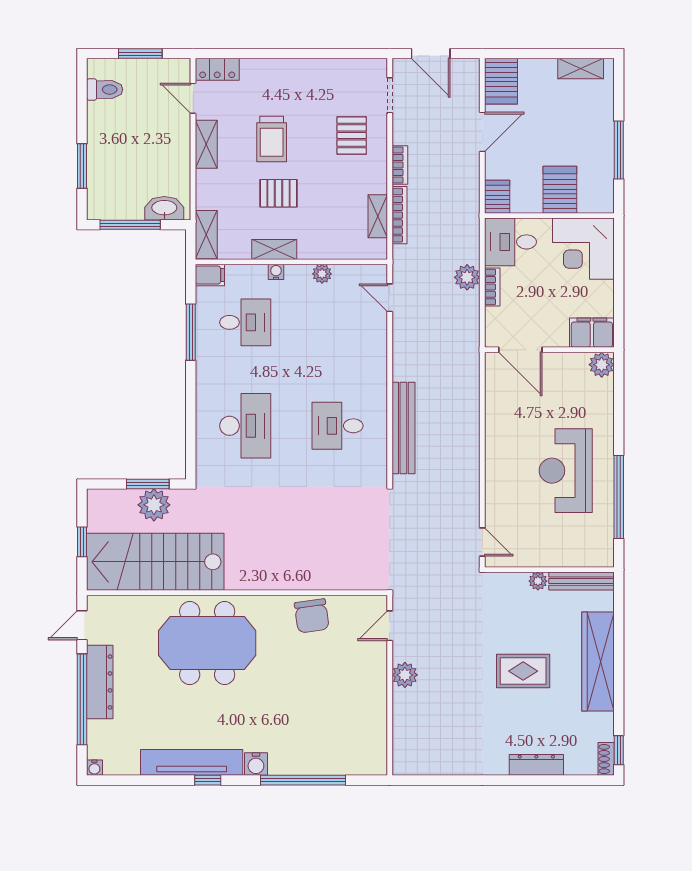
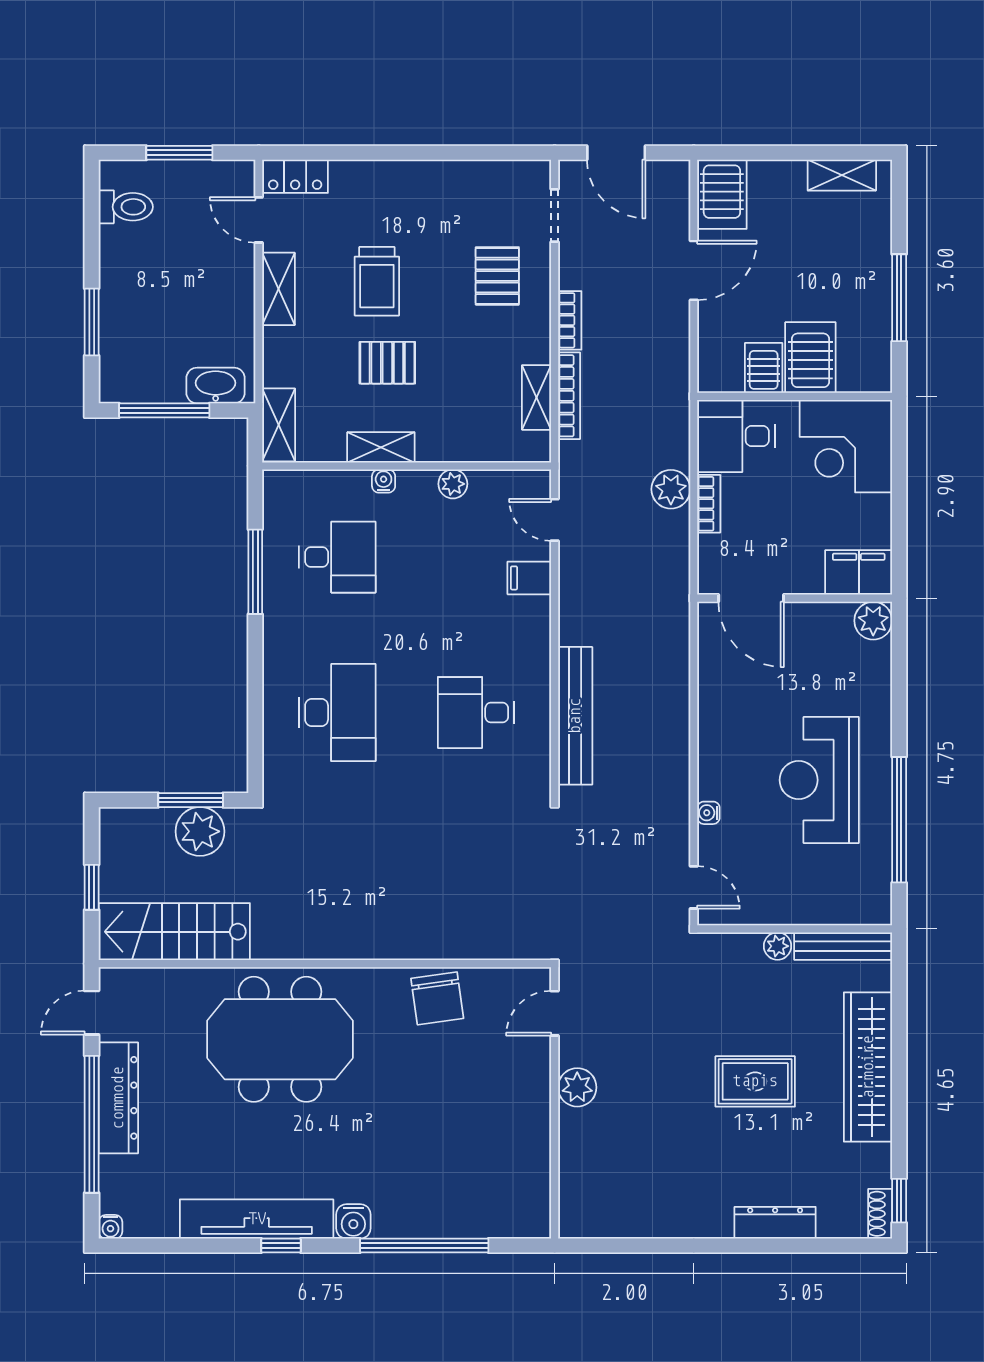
server rack: (497, 197) -> (764, 368), moved
filing cabinet: (210, 275) -> (529, 578), moved, turned 180
water cooler: (492, 492) -> (708, 813), added
stairs: (155, 562) -> (174, 932), width x0.73, depth x0.66

